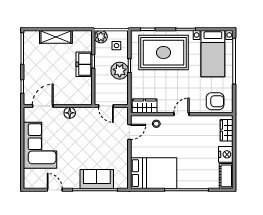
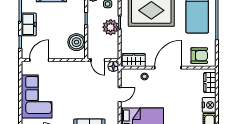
freezer: (84, 64) -> (29, 24), moved, turned 180
boiler: (83, 87) -> (76, 42), added
floor lamp: (70, 113) -> (113, 66), moved
door: (181, 114) -> (168, 68), width x1.87
door: (129, 132) -> (120, 95), moved

